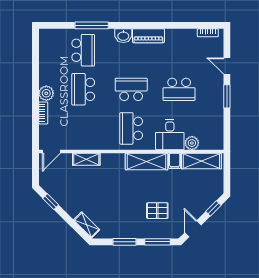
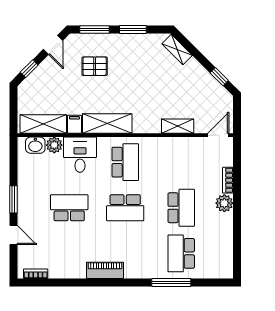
washbasin: (123, 36) -> (35, 145), moved, turned 180

